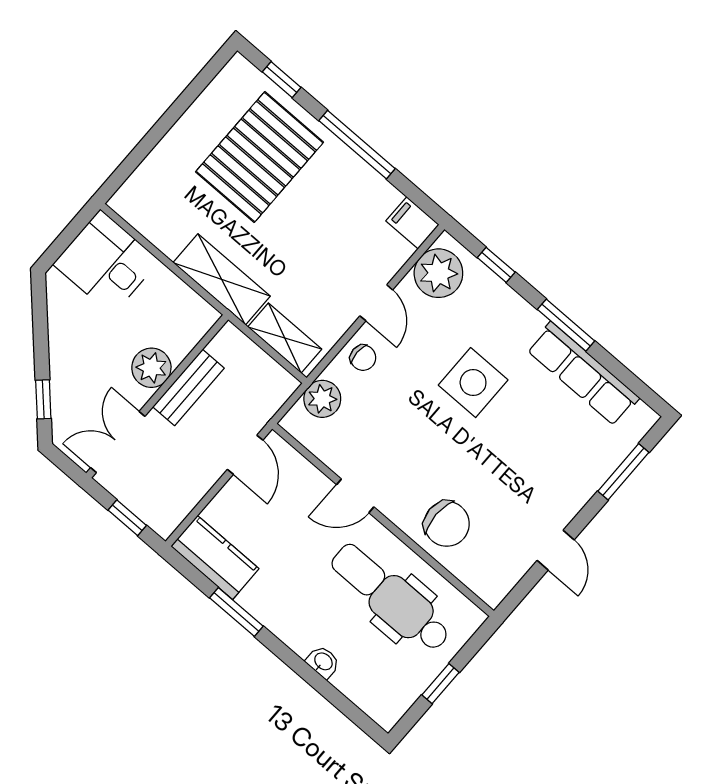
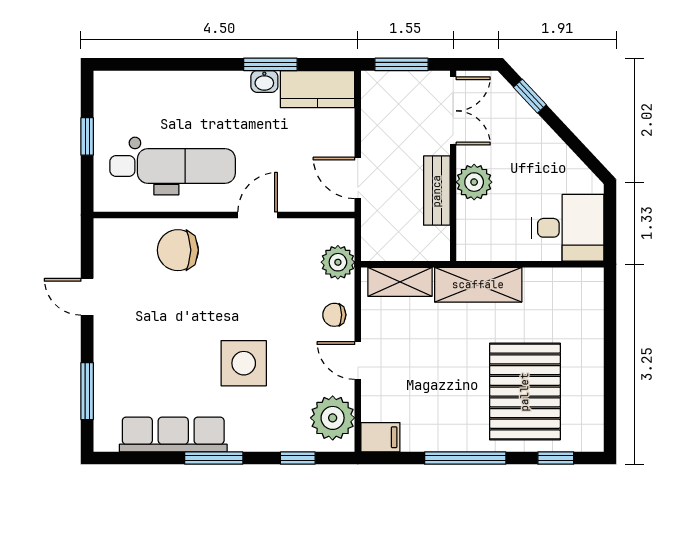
window: (127, 518) -> (401, 64), width x1.50
washbasin: (323, 662) -> (264, 81), moved

